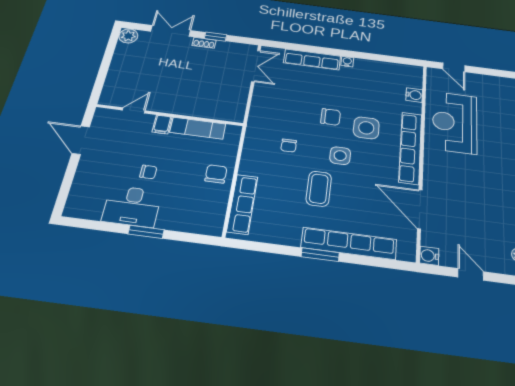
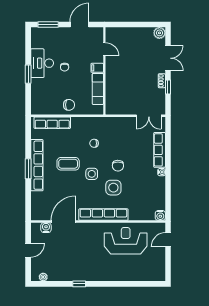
water cooler: (414, 95) -> (160, 215), moved
window: (65, 188) -> (48, 24), added
row of seats: (349, 243) -> (37, 165), moved
water cooler: (429, 256) -> (46, 228), moved

